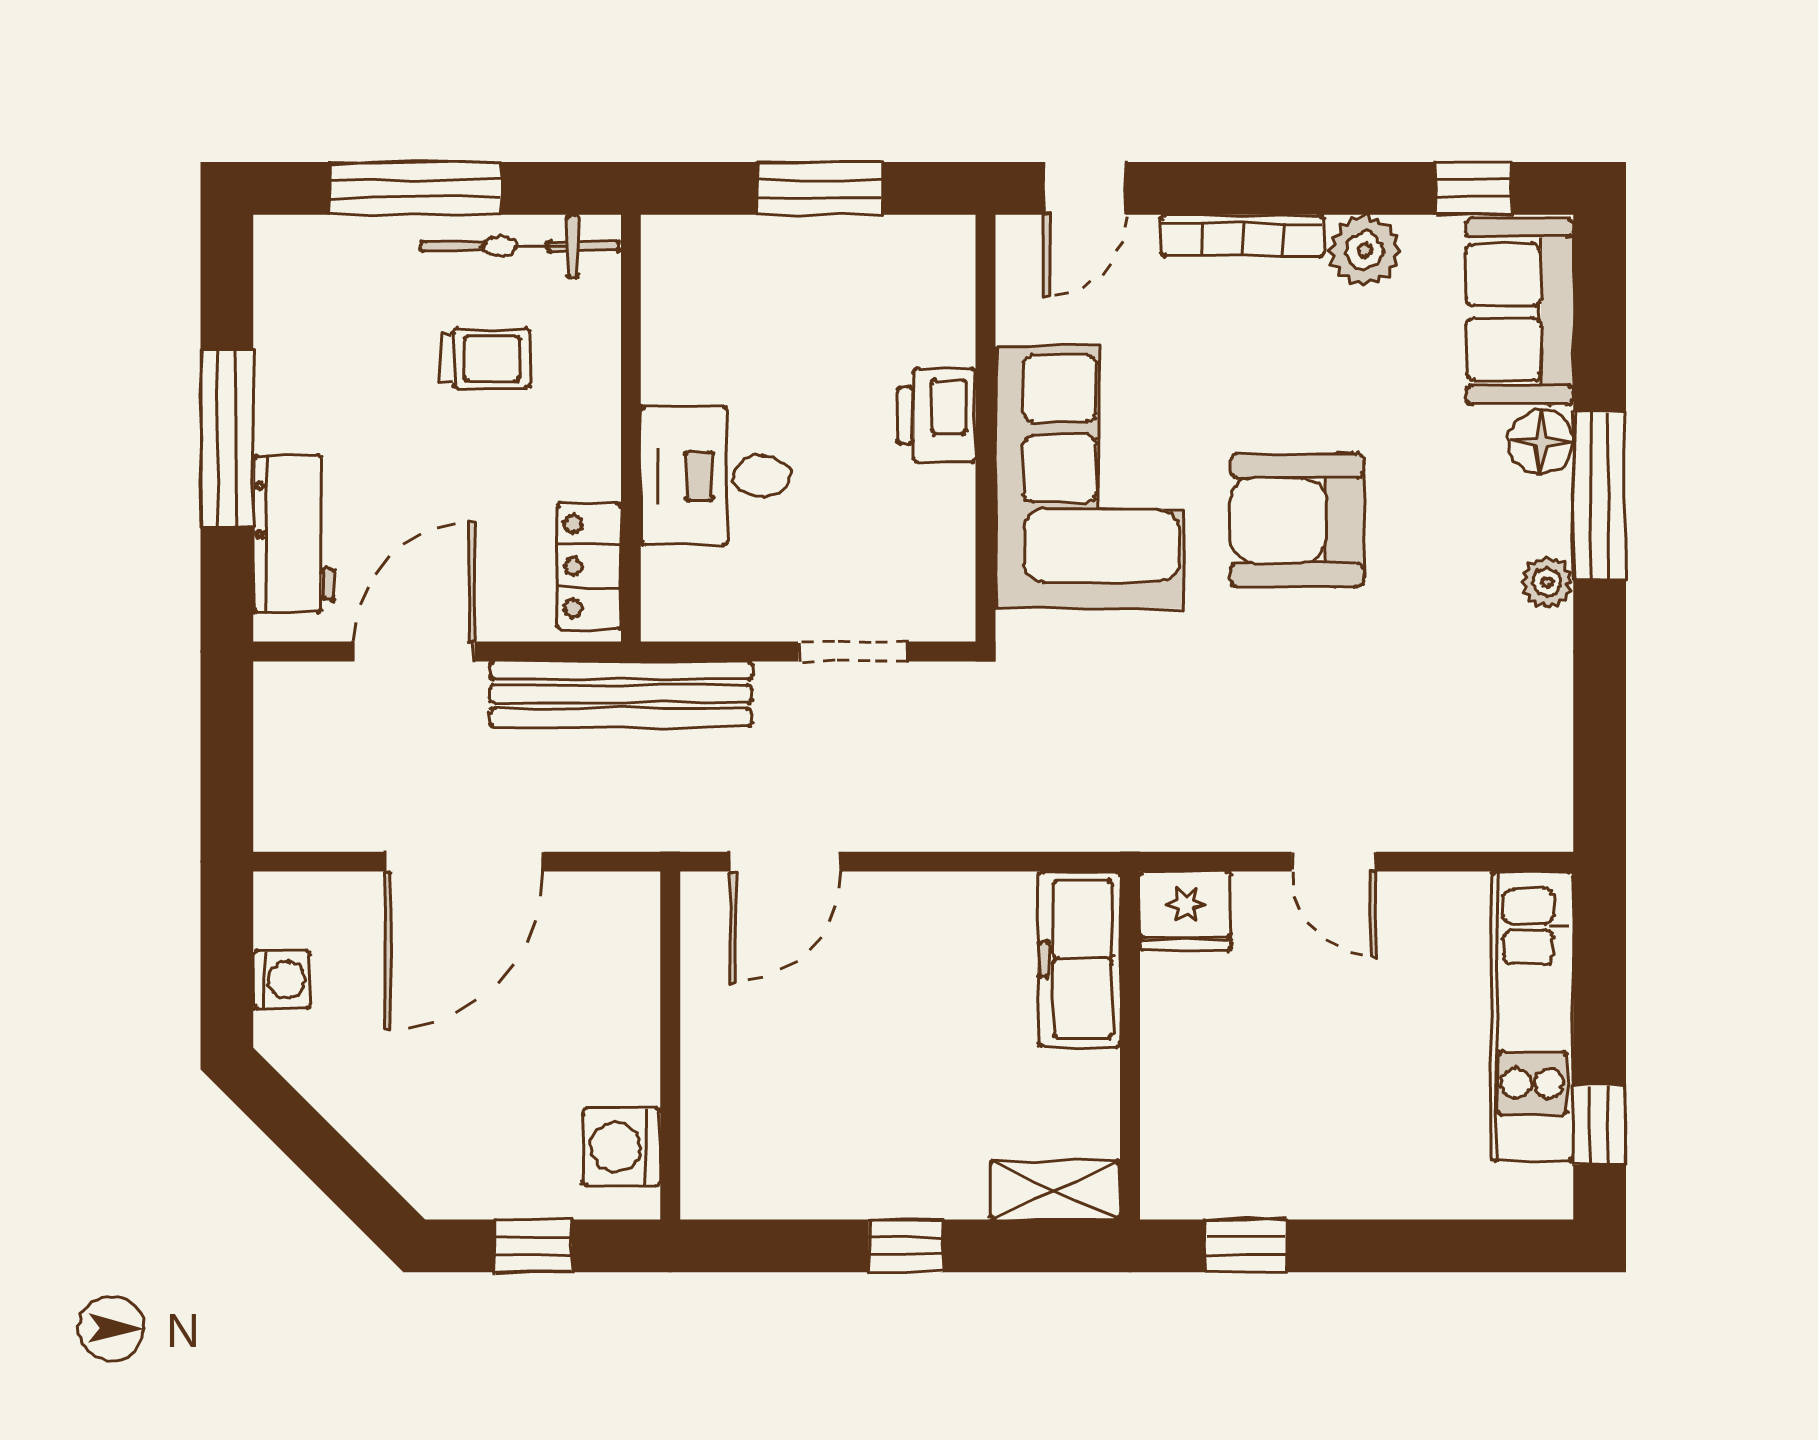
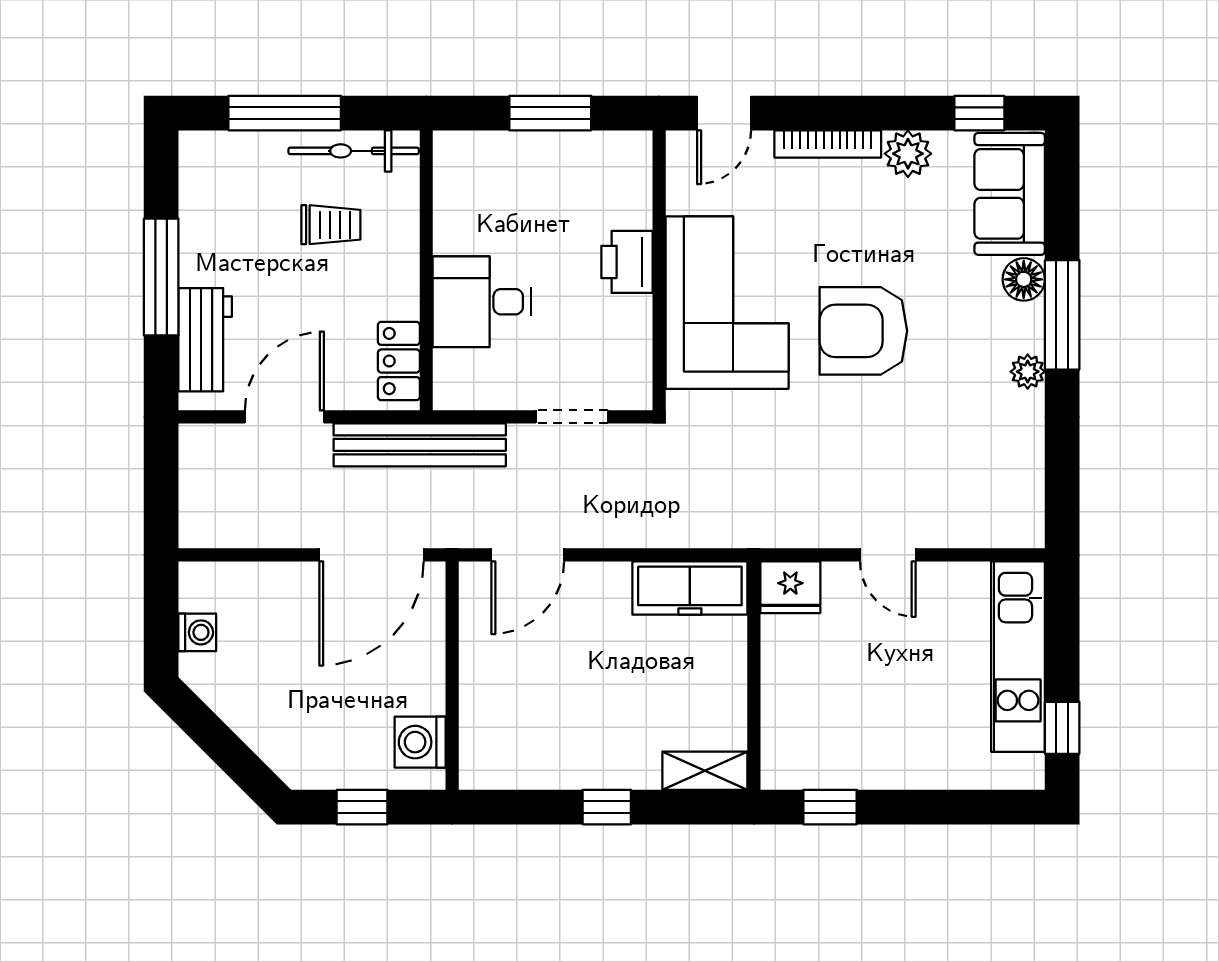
door: (464, 862) -> (371, 555), moved
freezer: (1080, 959) -> (690, 588), moved, turned -90

